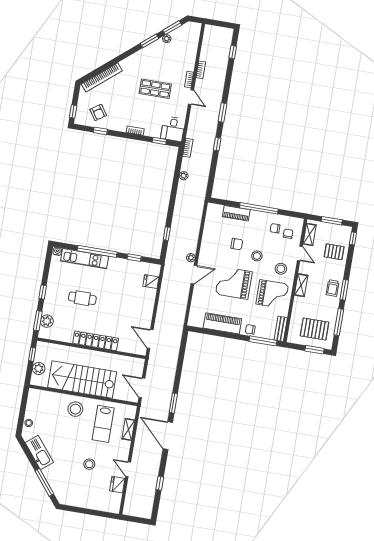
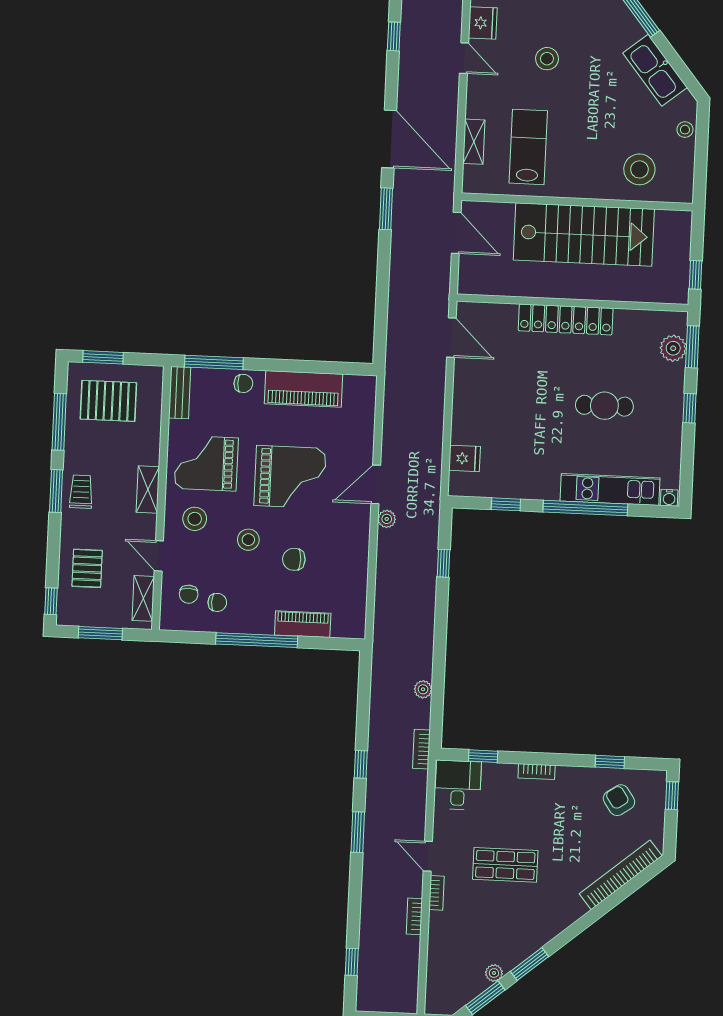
pallet: (334, 252) -> (87, 568), turned 90
plant: (39, 368) -> (678, 247), removed
stool: (75, 409) -> (639, 169), moved

